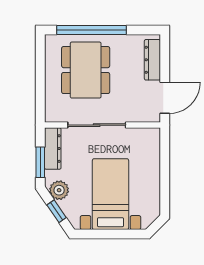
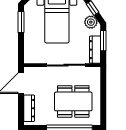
dining table: (86, 70) -> (73, 101), turned 90
window: (165, 190) -> (21, 22), added

